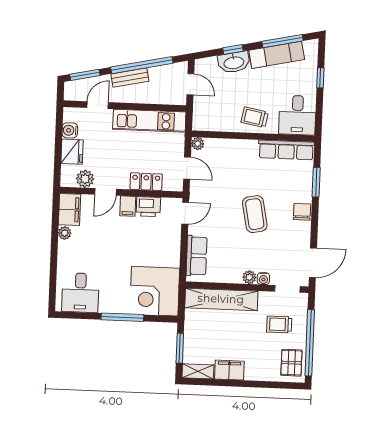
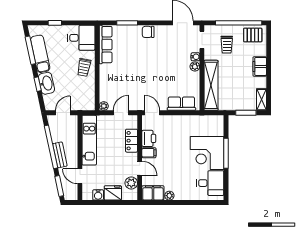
coffee table: (255, 214) -> (151, 65), removed
corner desk: (155, 291) -> (207, 153), moved, turned 90
filing cabinet: (229, 370) -> (260, 66), moved

